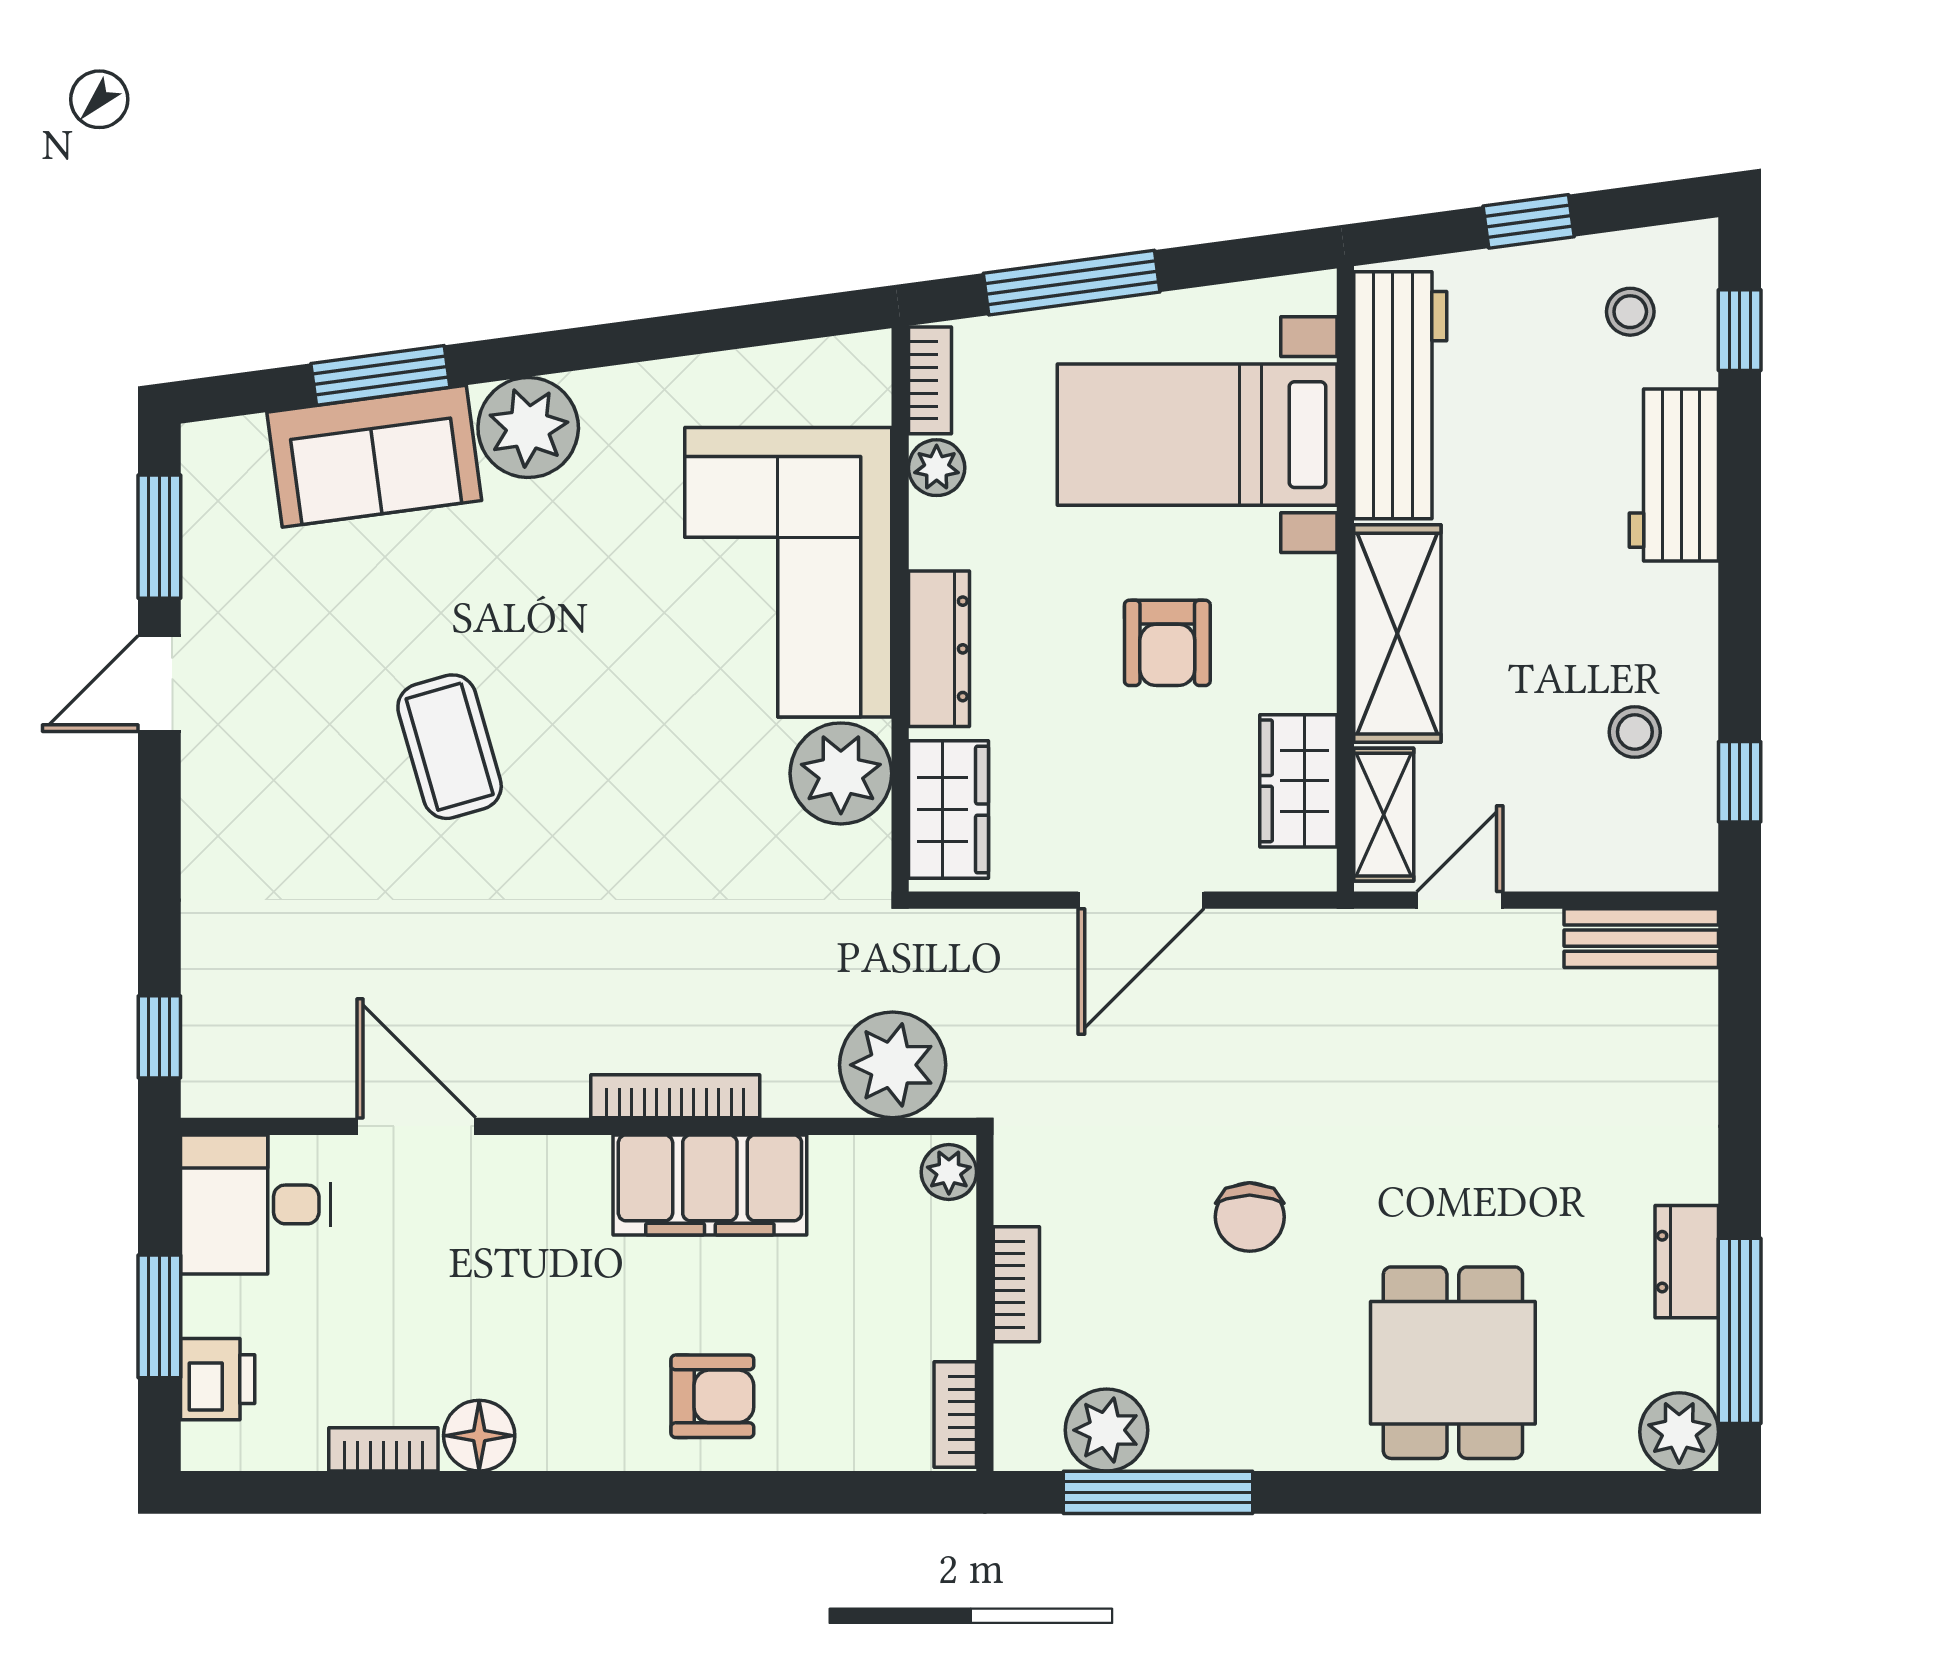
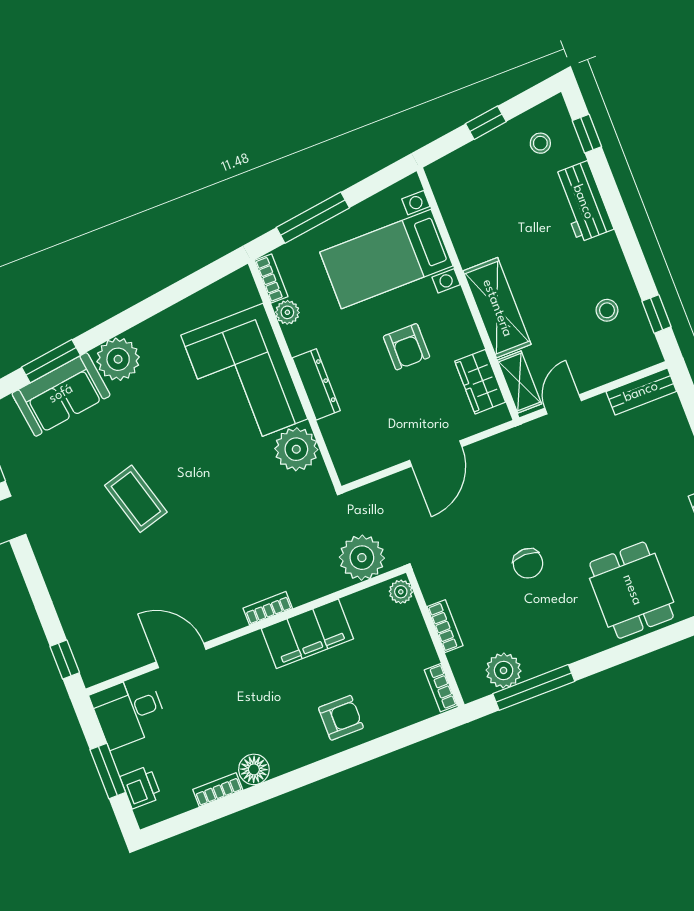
workbench: (1400, 395) -> (461, 212), removed
wardrobe: (948, 810) -> (345, 447), removed
bookcase: (675, 1096) -> (268, 608), width x0.64

